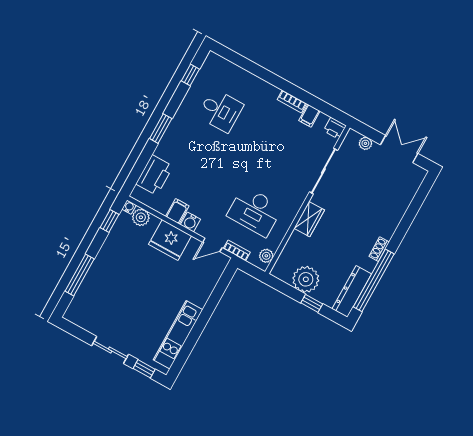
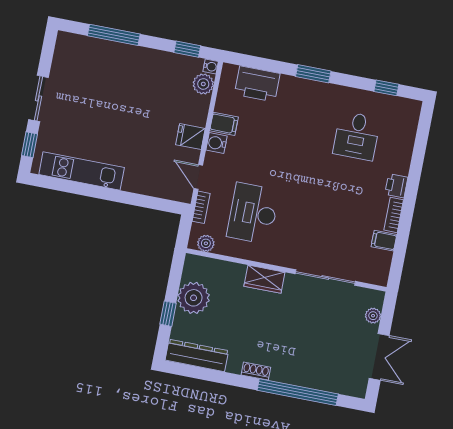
printer: (335, 128) -> (396, 186), moved
fridge: (170, 240) -> (190, 137), width x0.53, depth x0.75
window: (374, 280) -> (298, 392), moved

